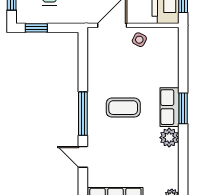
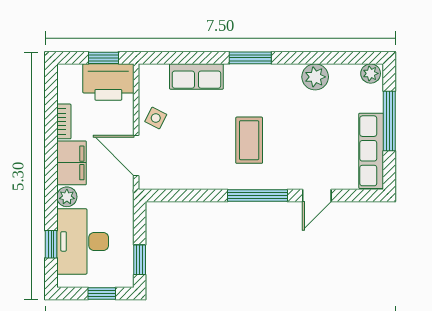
row of seats: (170, 107) -> (196, 77), moved
plant: (169, 138) -> (315, 77), moved

